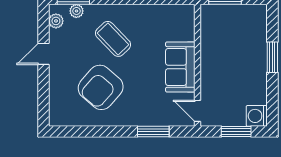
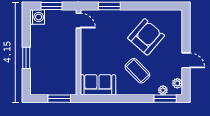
door: (43, 54) -> (186, 60), hinge flipped
sofa: (180, 67) -> (98, 85), moved, turned -90

